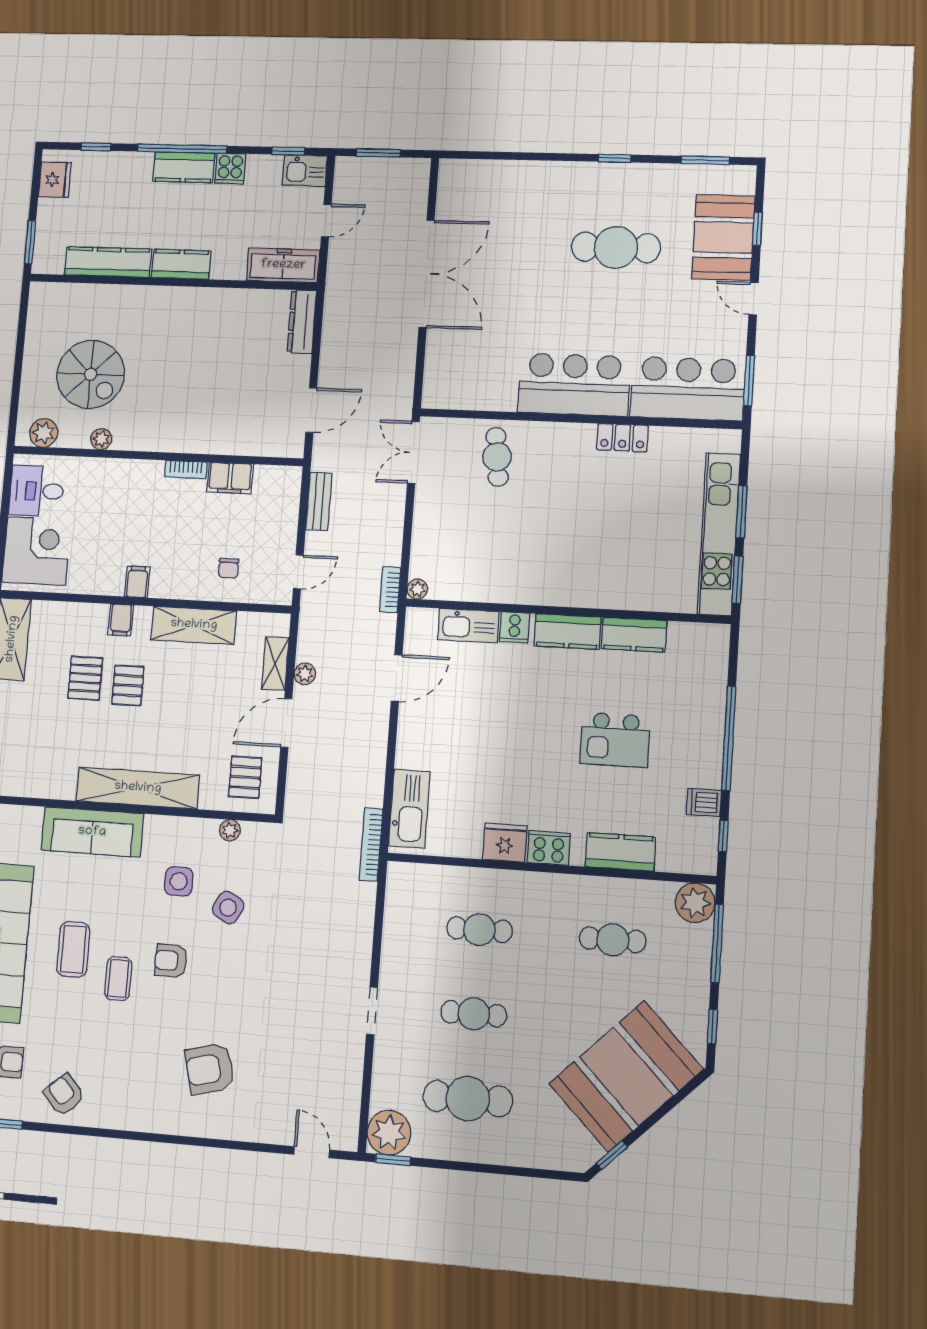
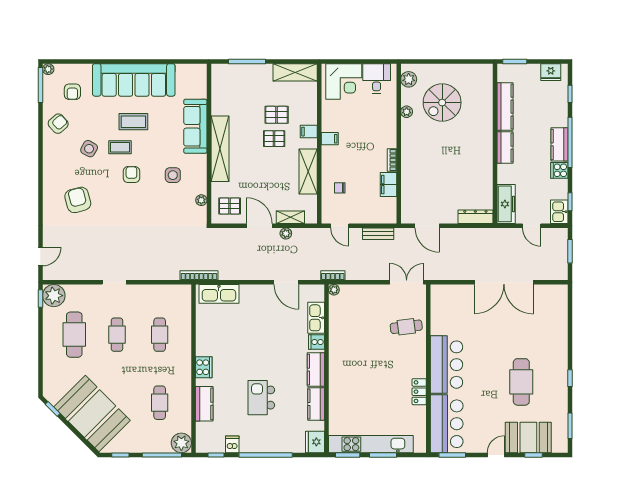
fridge: (505, 843) -> (315, 442), moved, turned 180
side table: (228, 908) -> (89, 149), moved

